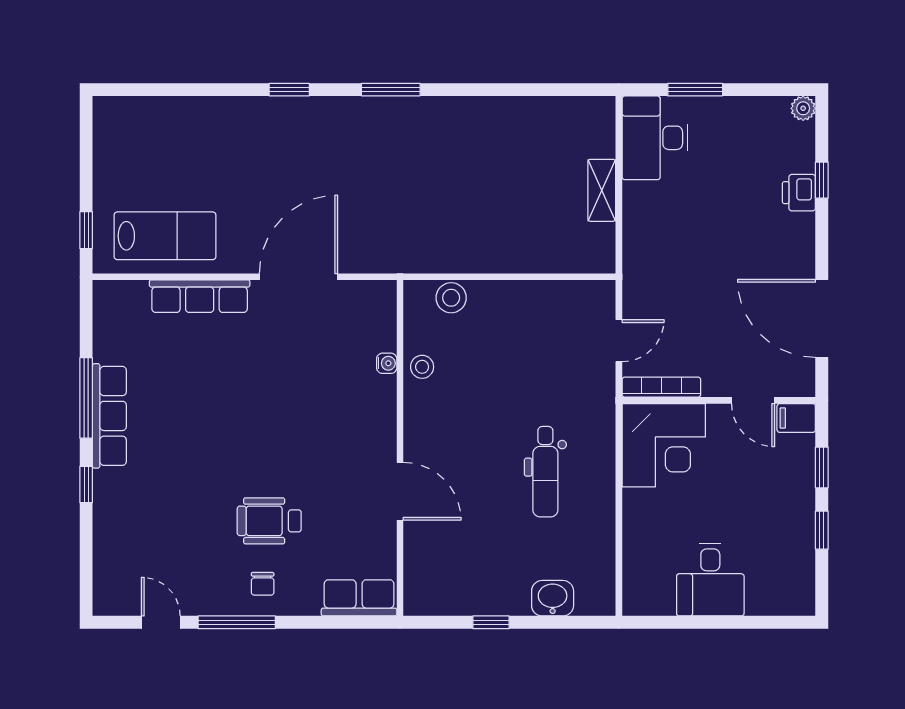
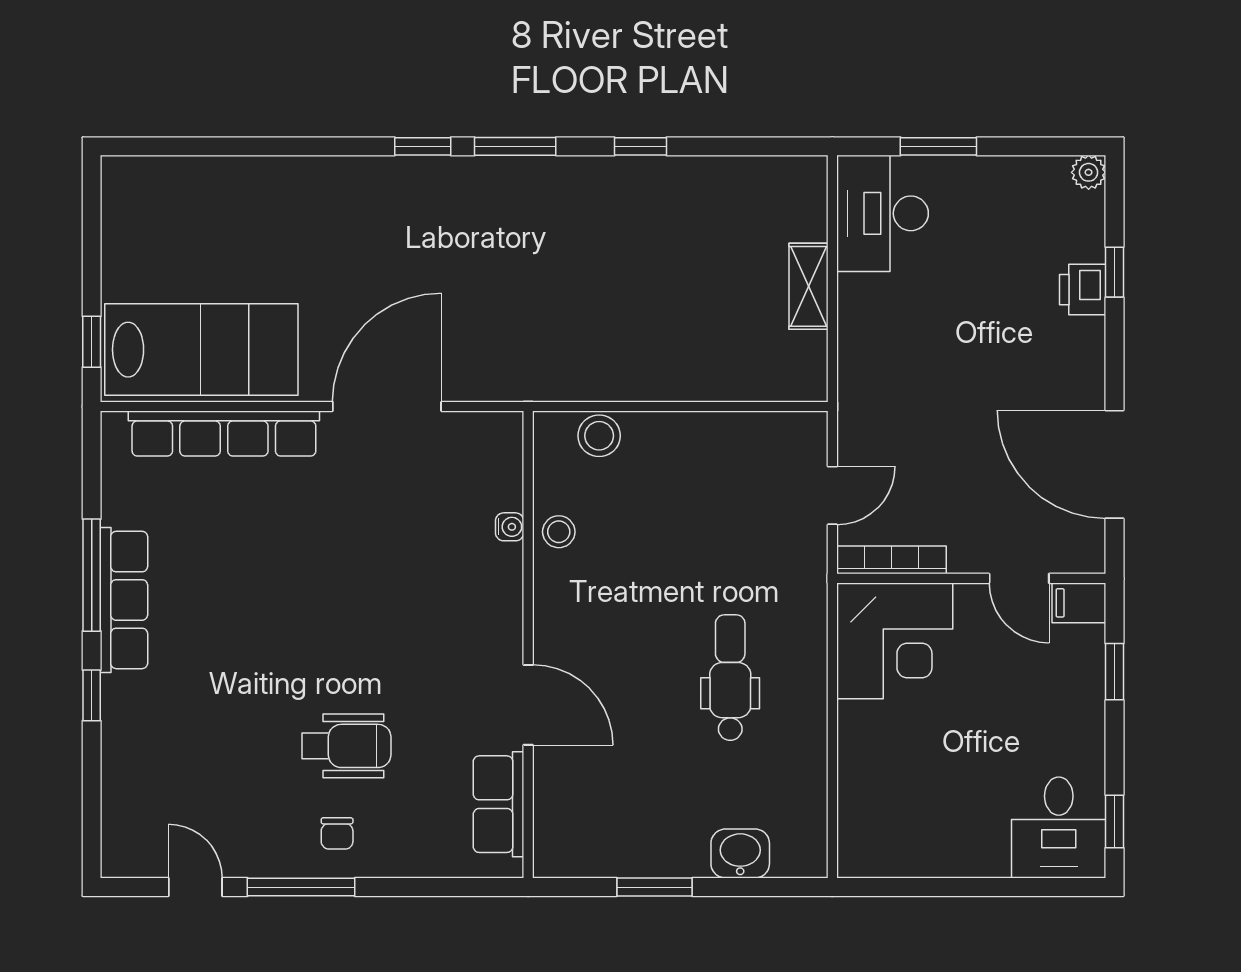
window: (289, 90) -> (423, 146), moved
window: (481, 90) -> (640, 146), added
lab bench: (165, 236) -> (201, 350), width x1.36, depth x1.39
row of seats: (200, 296) -> (224, 434), width x1.36
dental chair: (545, 472) -> (730, 678), turned 180
wheelchair: (269, 521) -> (346, 746), turned 180
window: (822, 530) -> (1115, 821), moved
desk: (710, 580) -> (1059, 828), moved
row of seats: (359, 598) -> (499, 804), moved, turned -90
window: (491, 622) -> (655, 887), width x1.50

